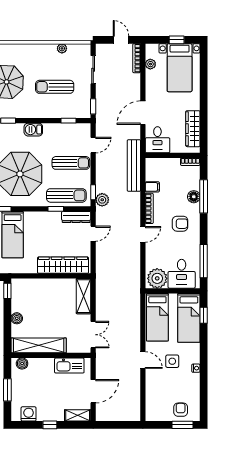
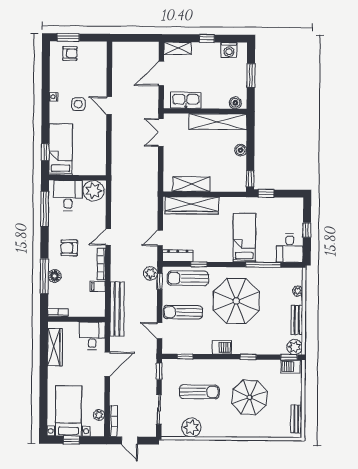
plant: (62, 48) -> (191, 428), width x1.88, depth x1.88
door: (93, 145) -> (159, 331), hinge flipped
shelving: (84, 296) -> (191, 184), moved, turned 90
bed: (157, 317) -> (93, 150), removed
armchair: (181, 410) -> (70, 53), turned -90

